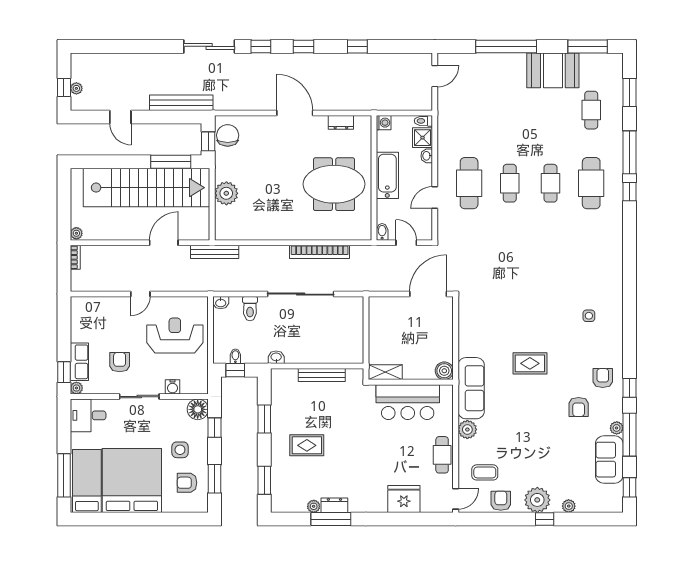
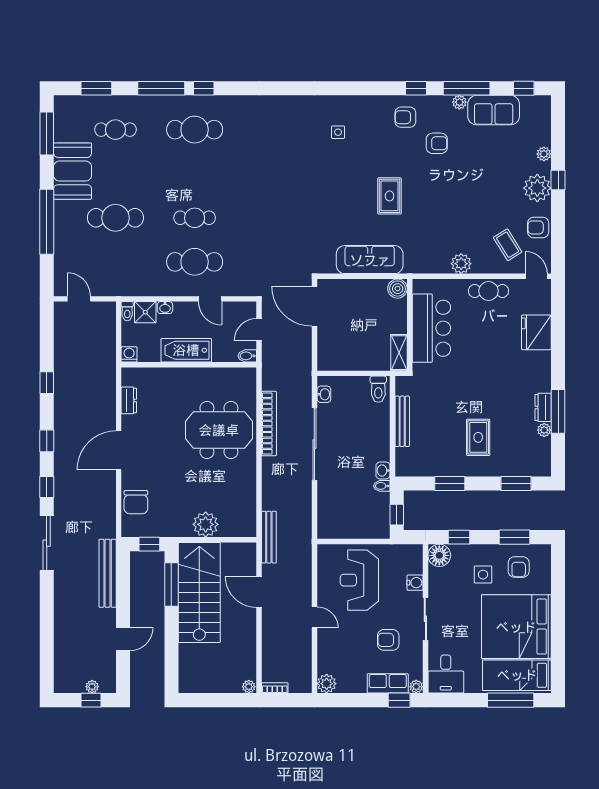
chair: (228, 135) -> (136, 502), moved, turned -90
cafe table: (550, 183) -> (115, 218), moved, width x1.37, depth x1.35
meeting table: (334, 184) -> (219, 430), moved, turned 90
stairs: (147, 188) -> (199, 592), width x0.73
washbasin: (221, 303) -> (324, 394), moved
plant: (79, 305) -> (327, 684), added
toilet: (250, 309) -> (378, 389), moved, turned 90
bidet: (235, 356) -> (382, 486), moved
sofa: (471, 388) -> (370, 260), moved
coffee table: (485, 472) -> (508, 245), turned -32

